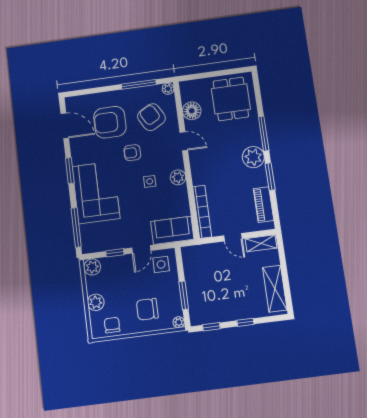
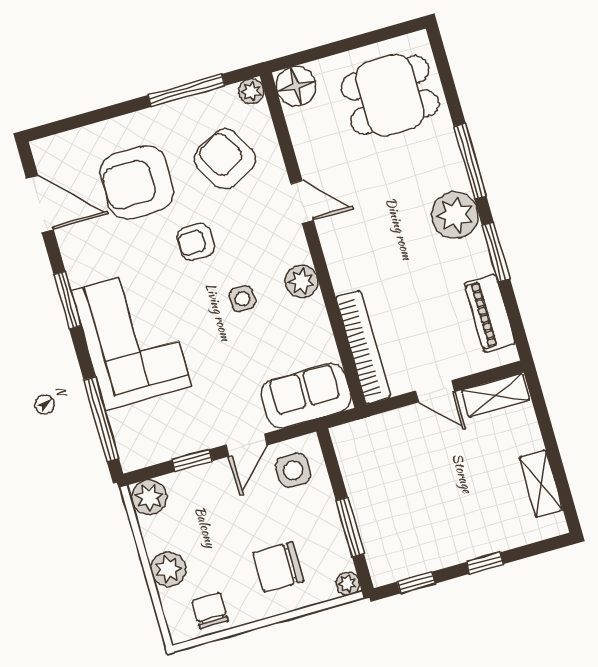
dining table: (231, 99) -> (390, 95), turned 90
floor lamp: (192, 111) -> (296, 86), moved
shelving: (275, 289) -> (541, 484), width x0.67, depth x0.75

